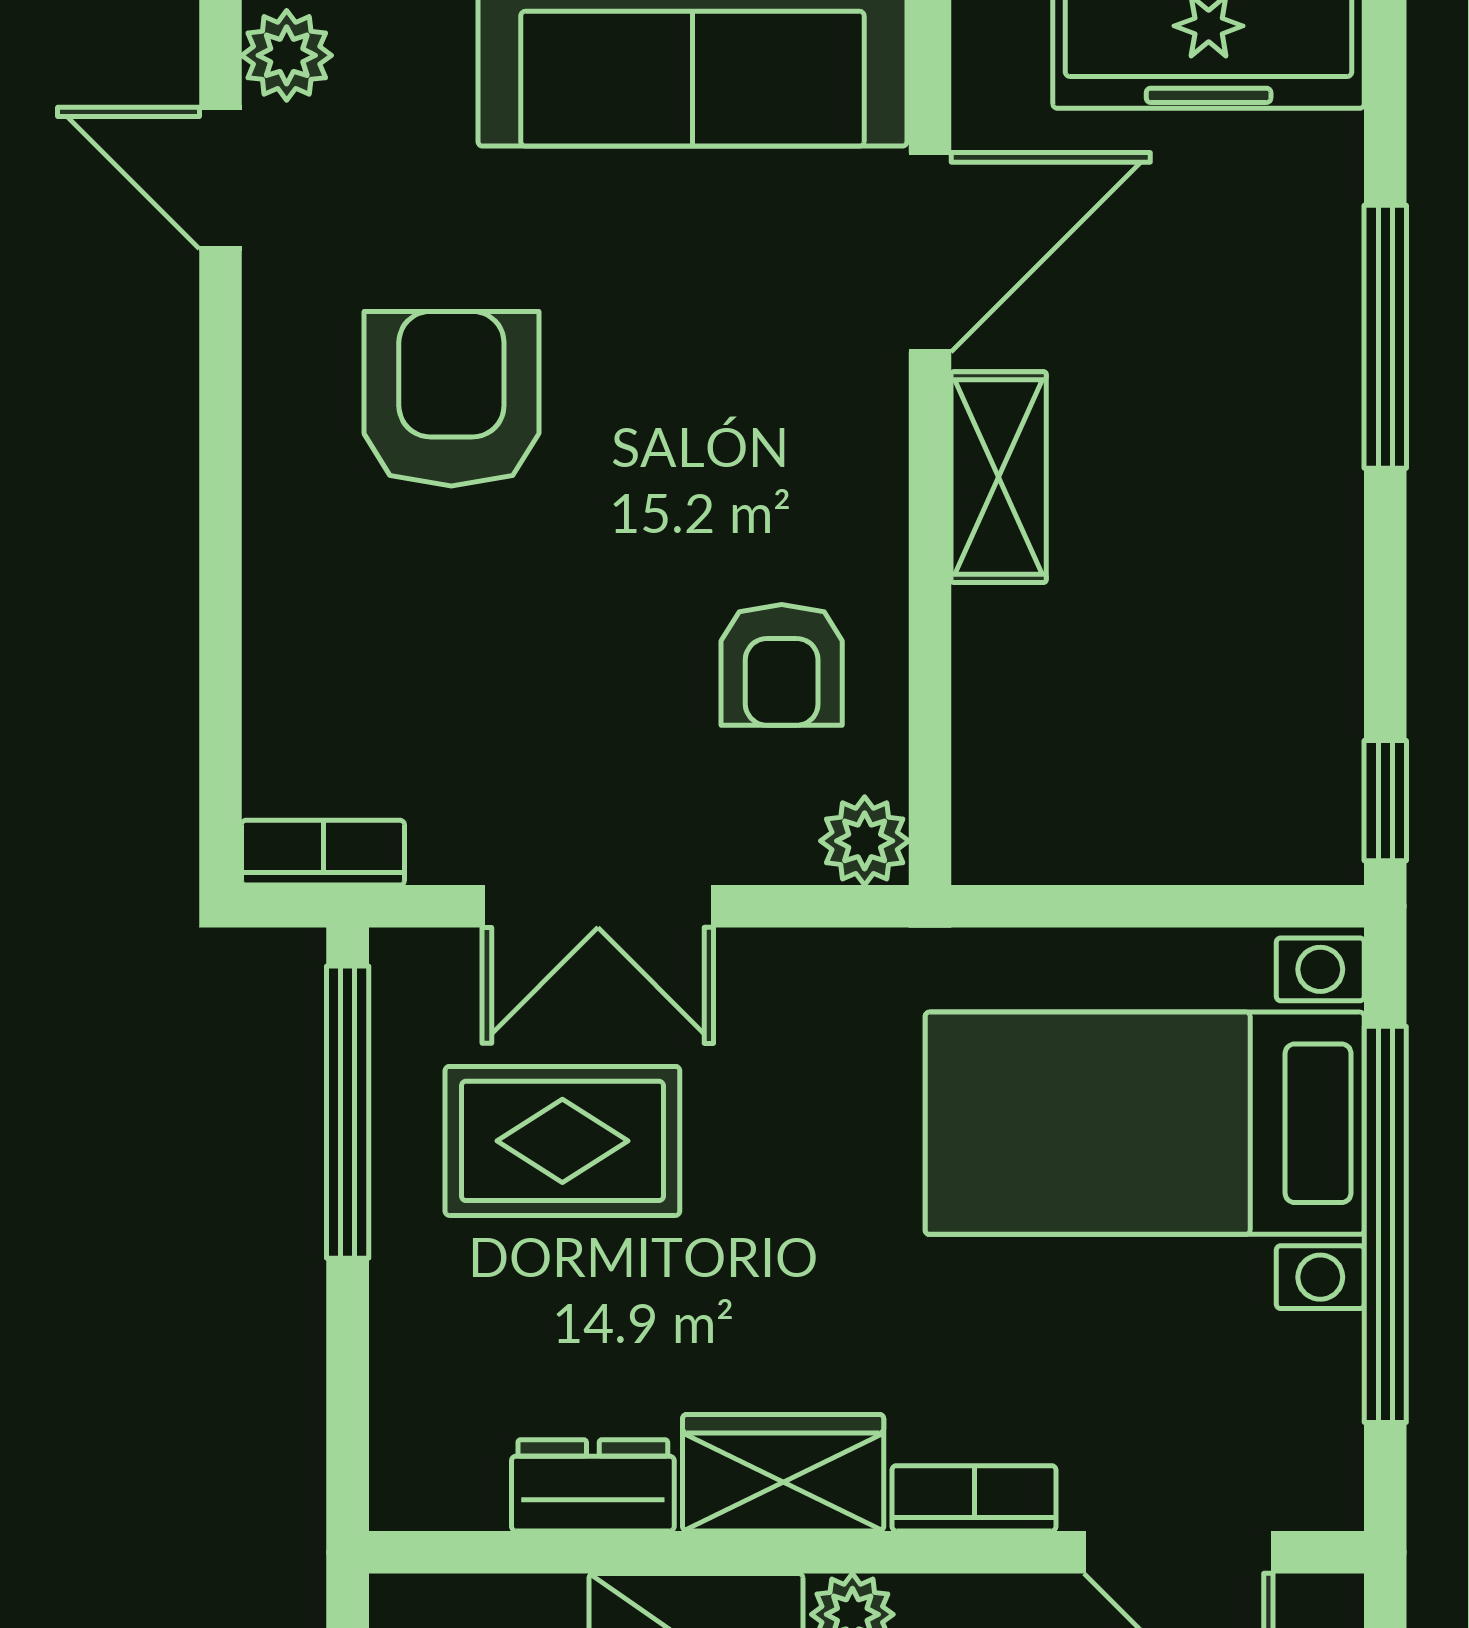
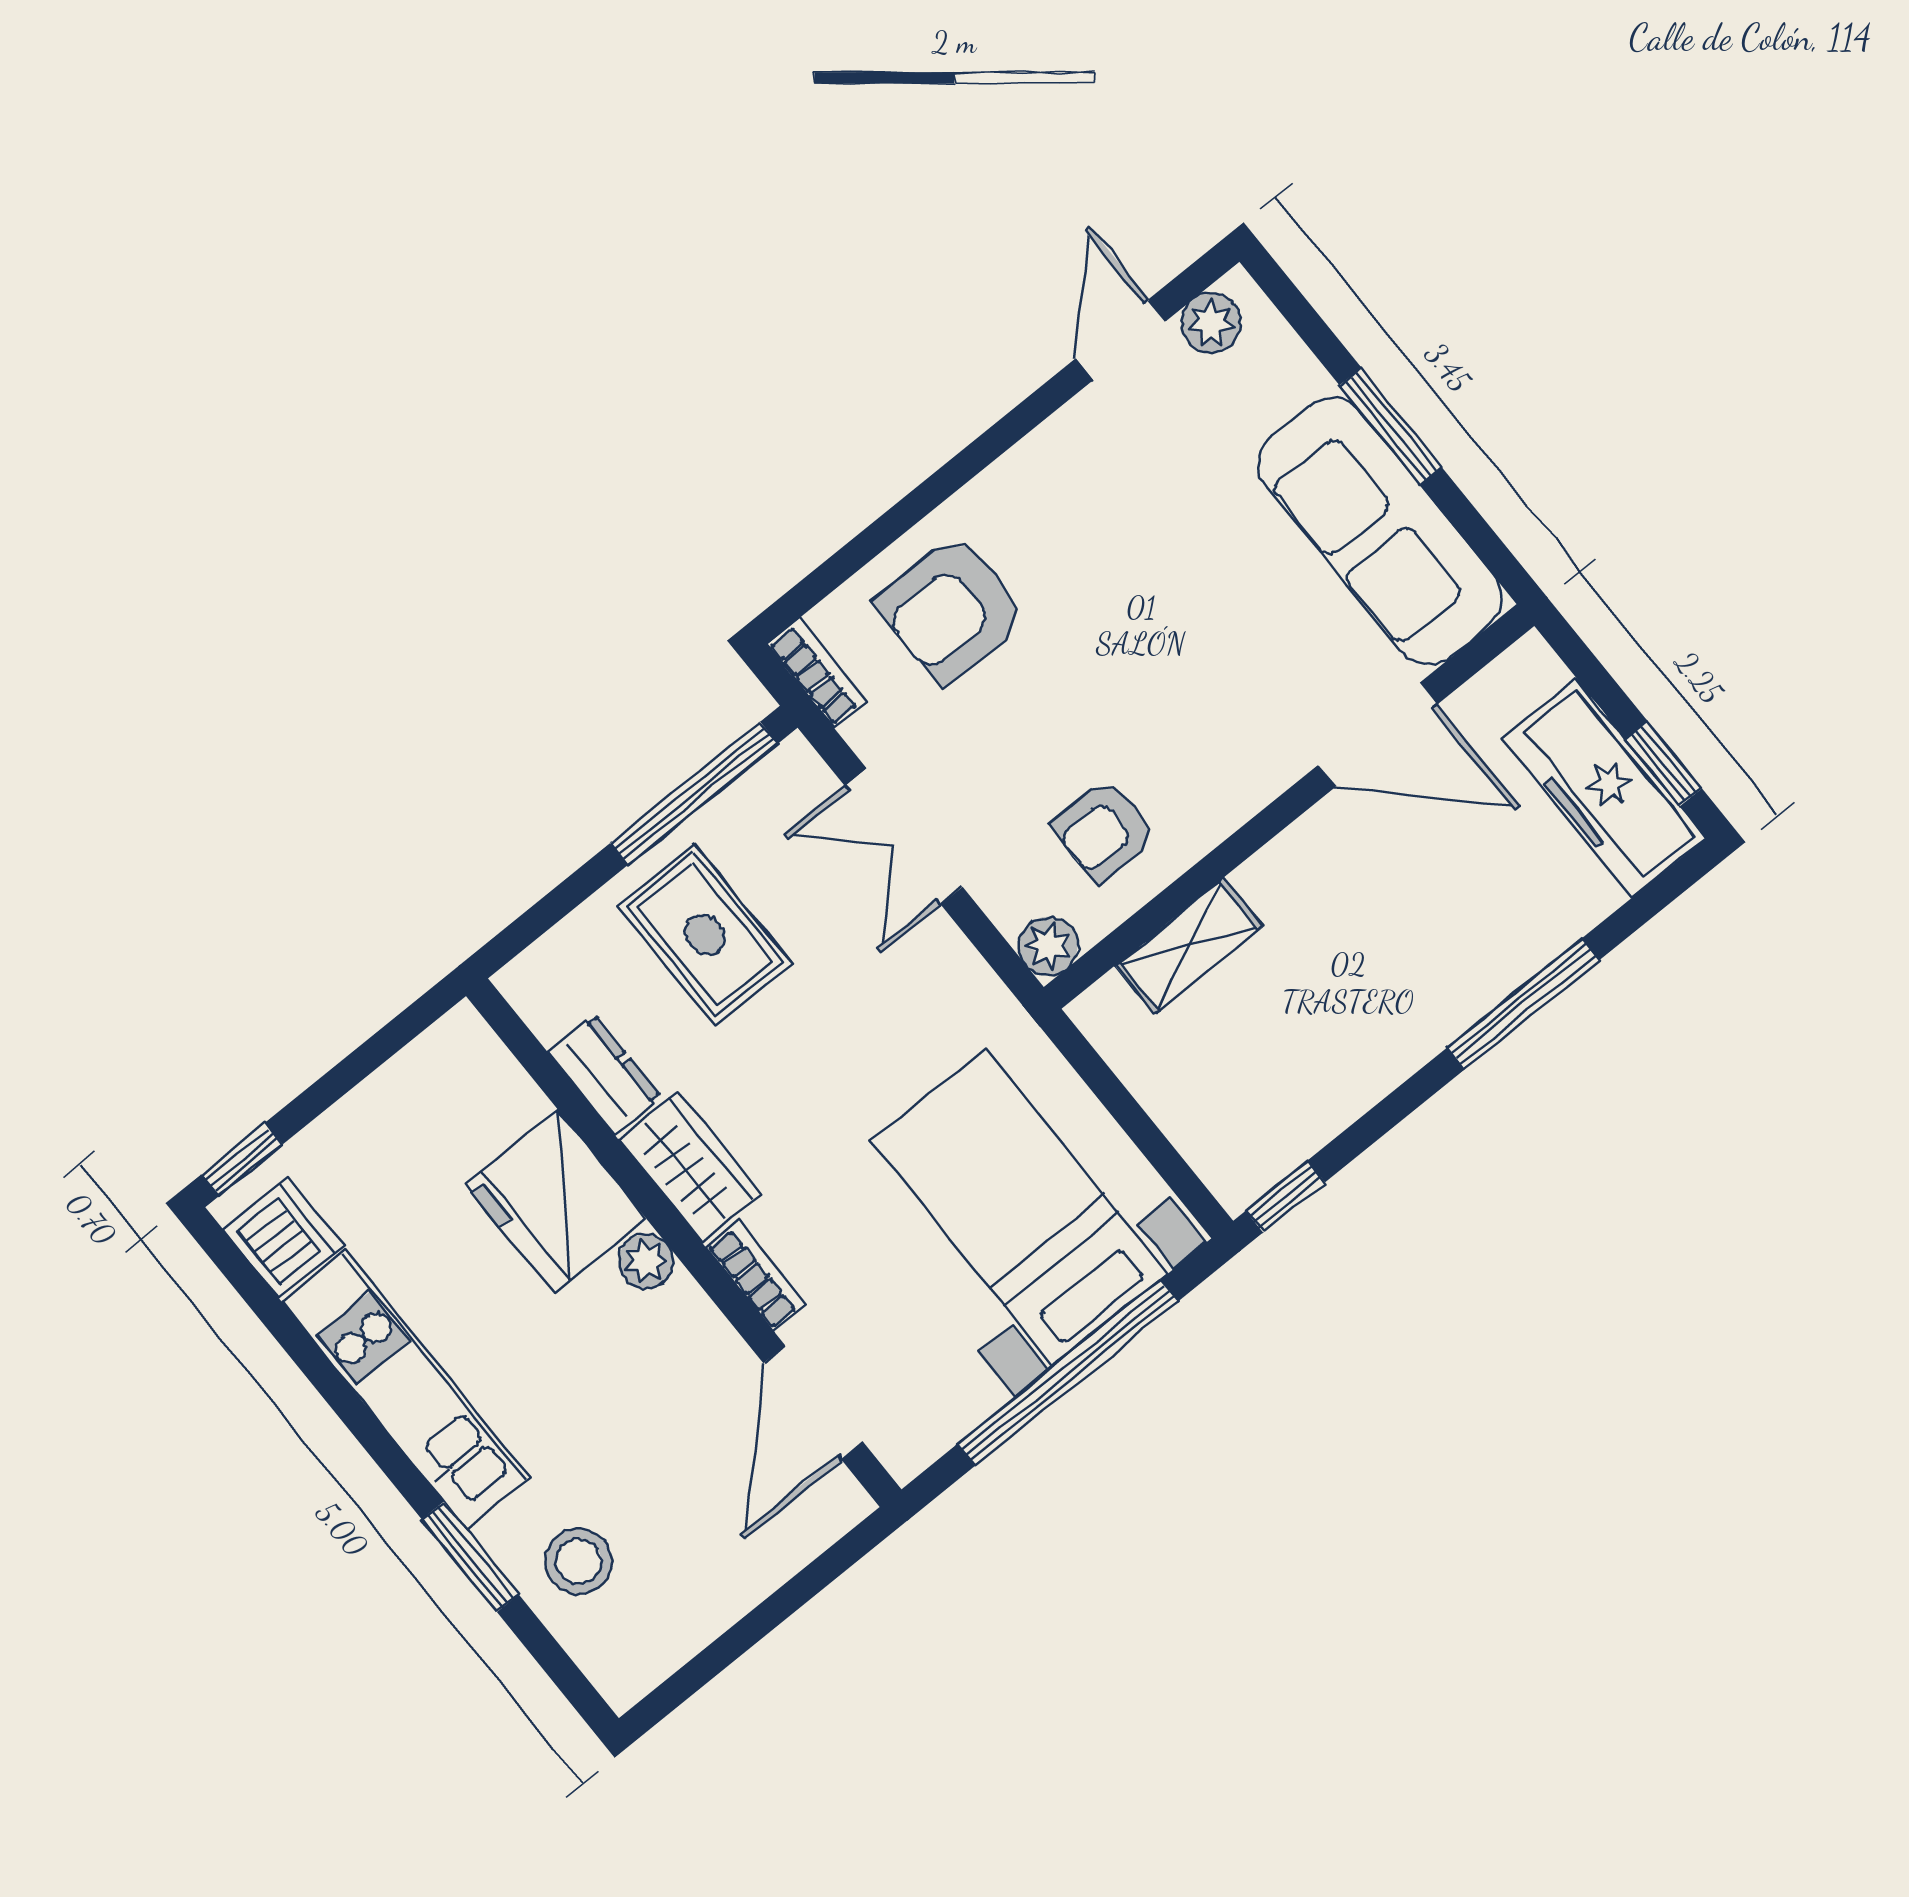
armchair: (451, 399) -> (951, 609), moved, turned 180
shelving: (999, 477) -> (1189, 946), moved
rug: (562, 1141) -> (705, 935), moved

